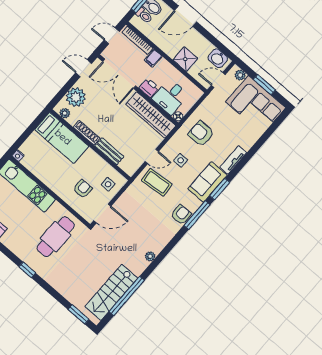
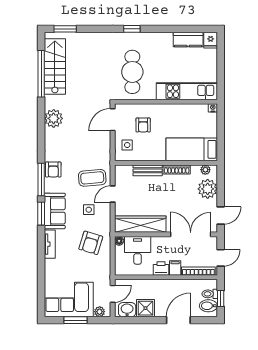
shower: (185, 59) -> (145, 308), moved
printer: (149, 88) -> (161, 268), moved, turned 180
armchair: (201, 134) -> (91, 243), turned 107
plant: (150, 256) -> (54, 118), width x1.87, depth x1.87

